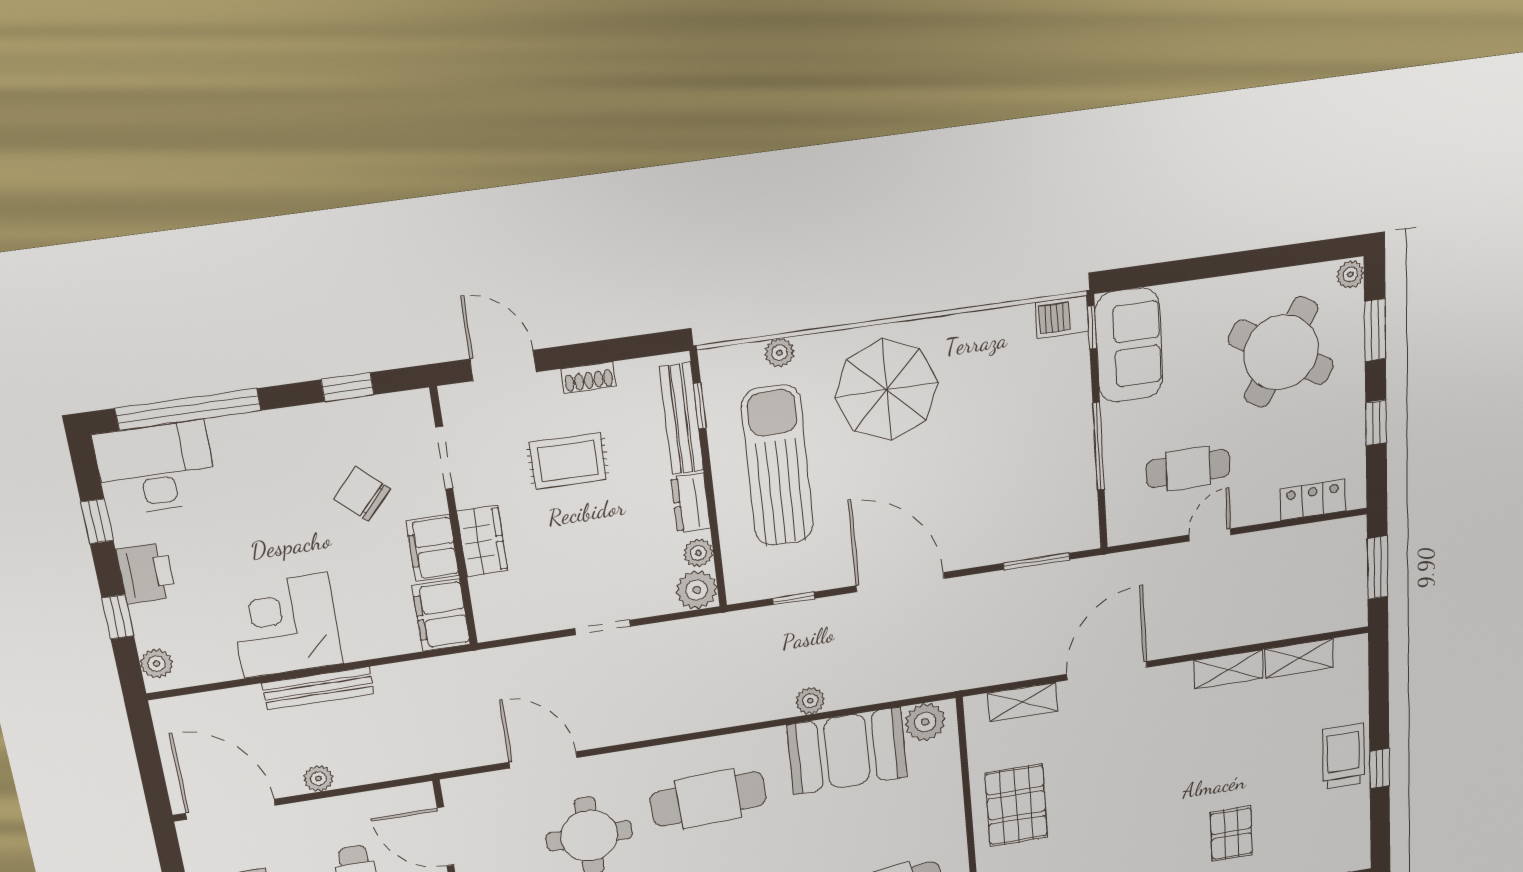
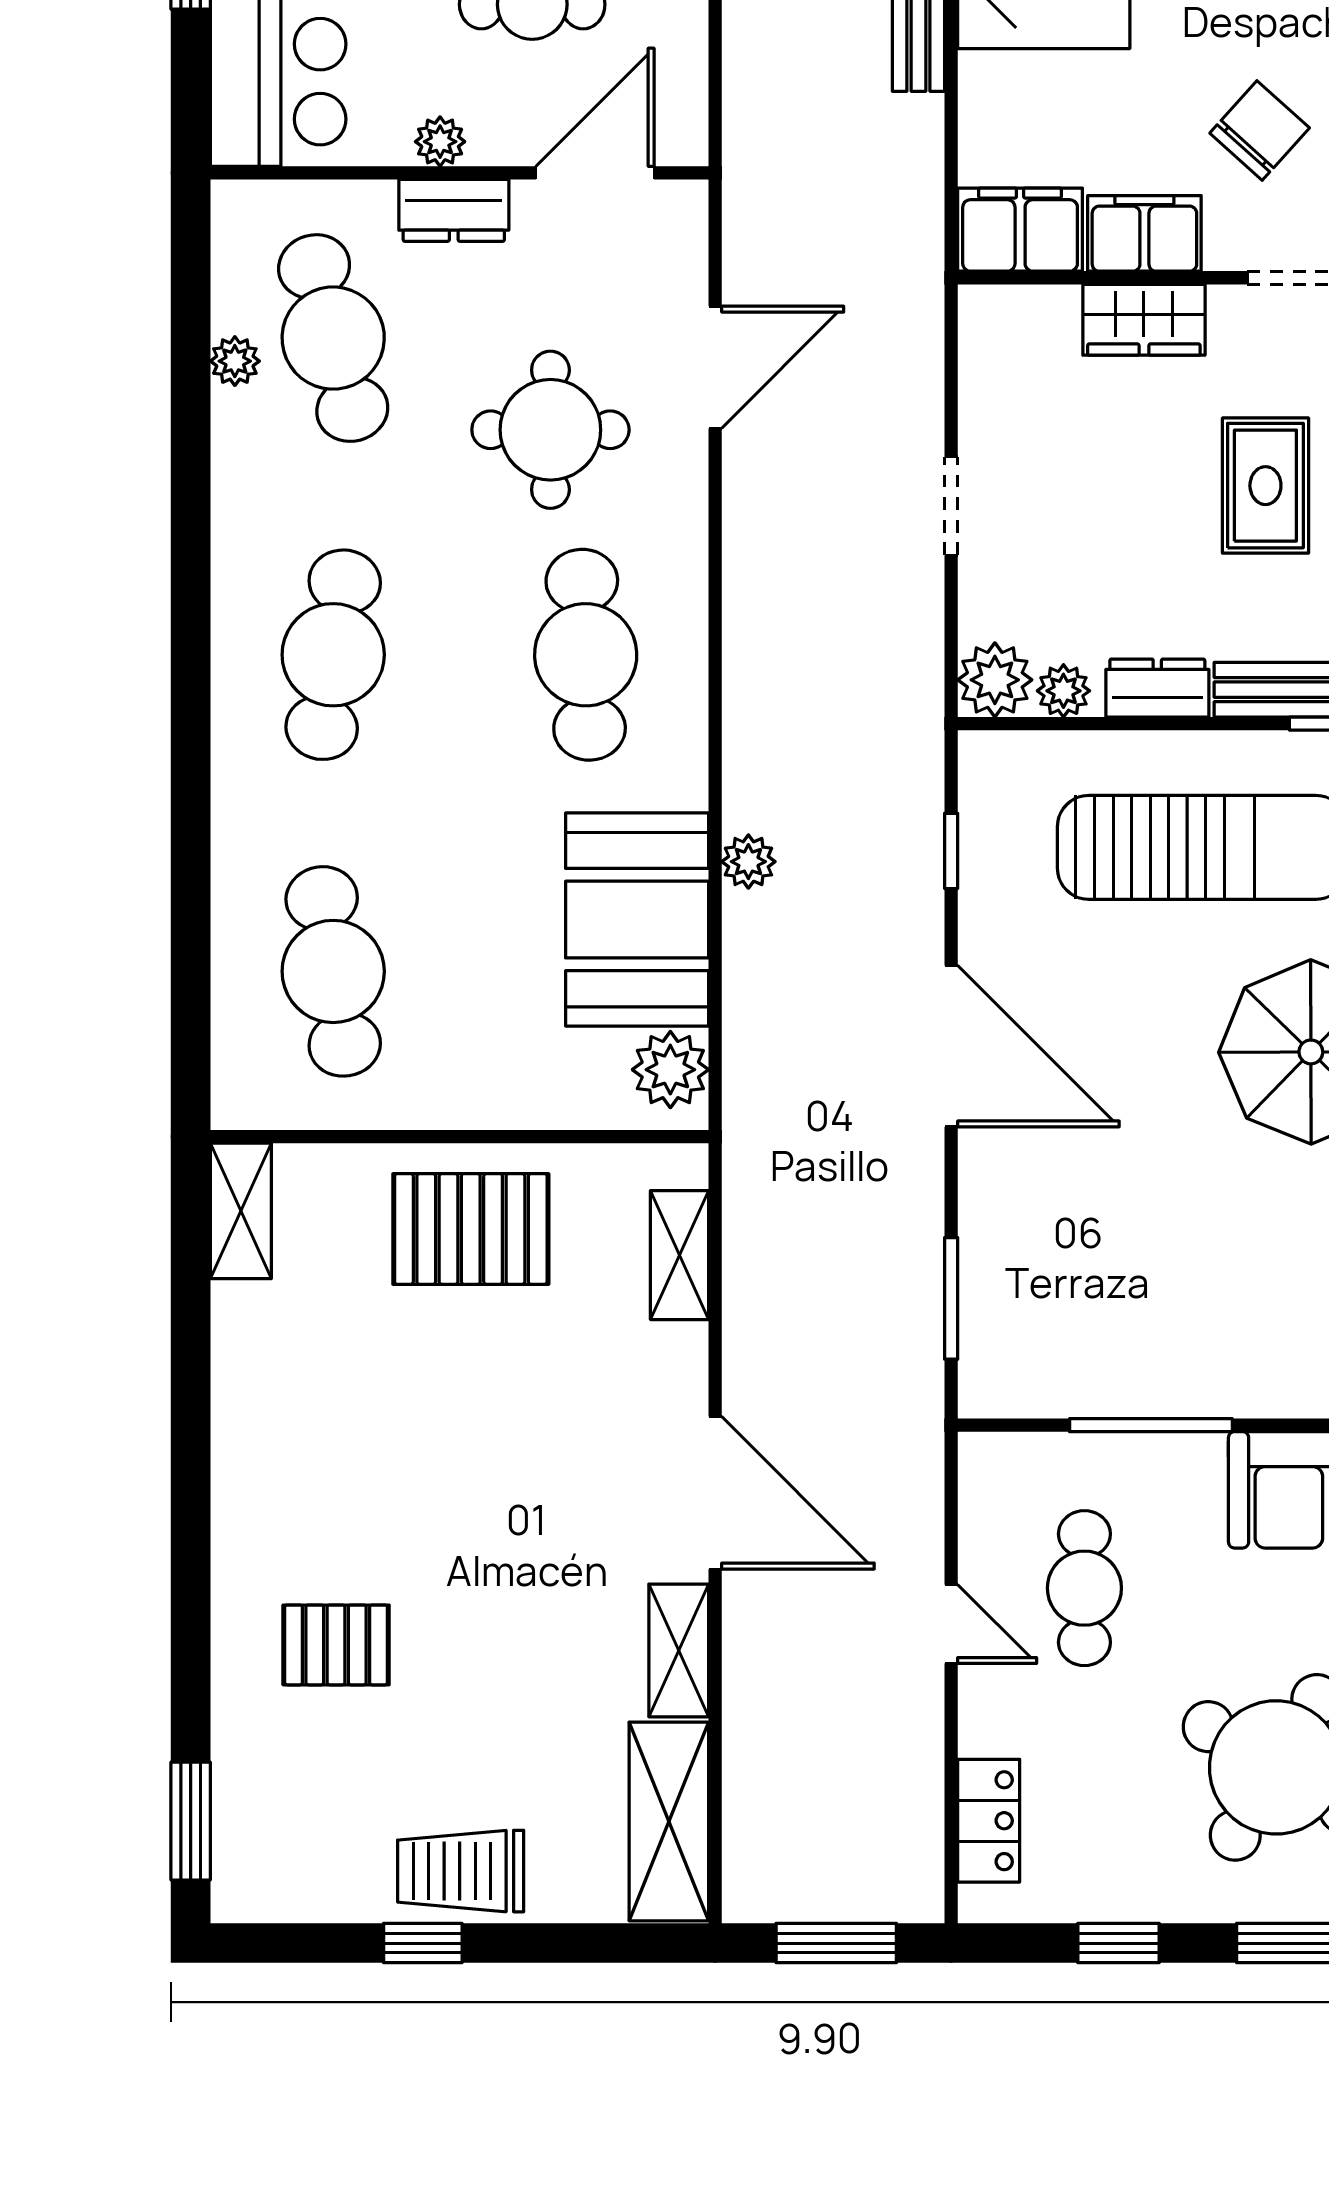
door: (900, 582) -> (951, 1046), hinge flipped
shelving: (1299, 658) -> (669, 1821), width x1.50, depth x1.33
door: (1107, 671) -> (715, 1493), moved
trolley: (1343, 756) -> (461, 1871), turned 180

